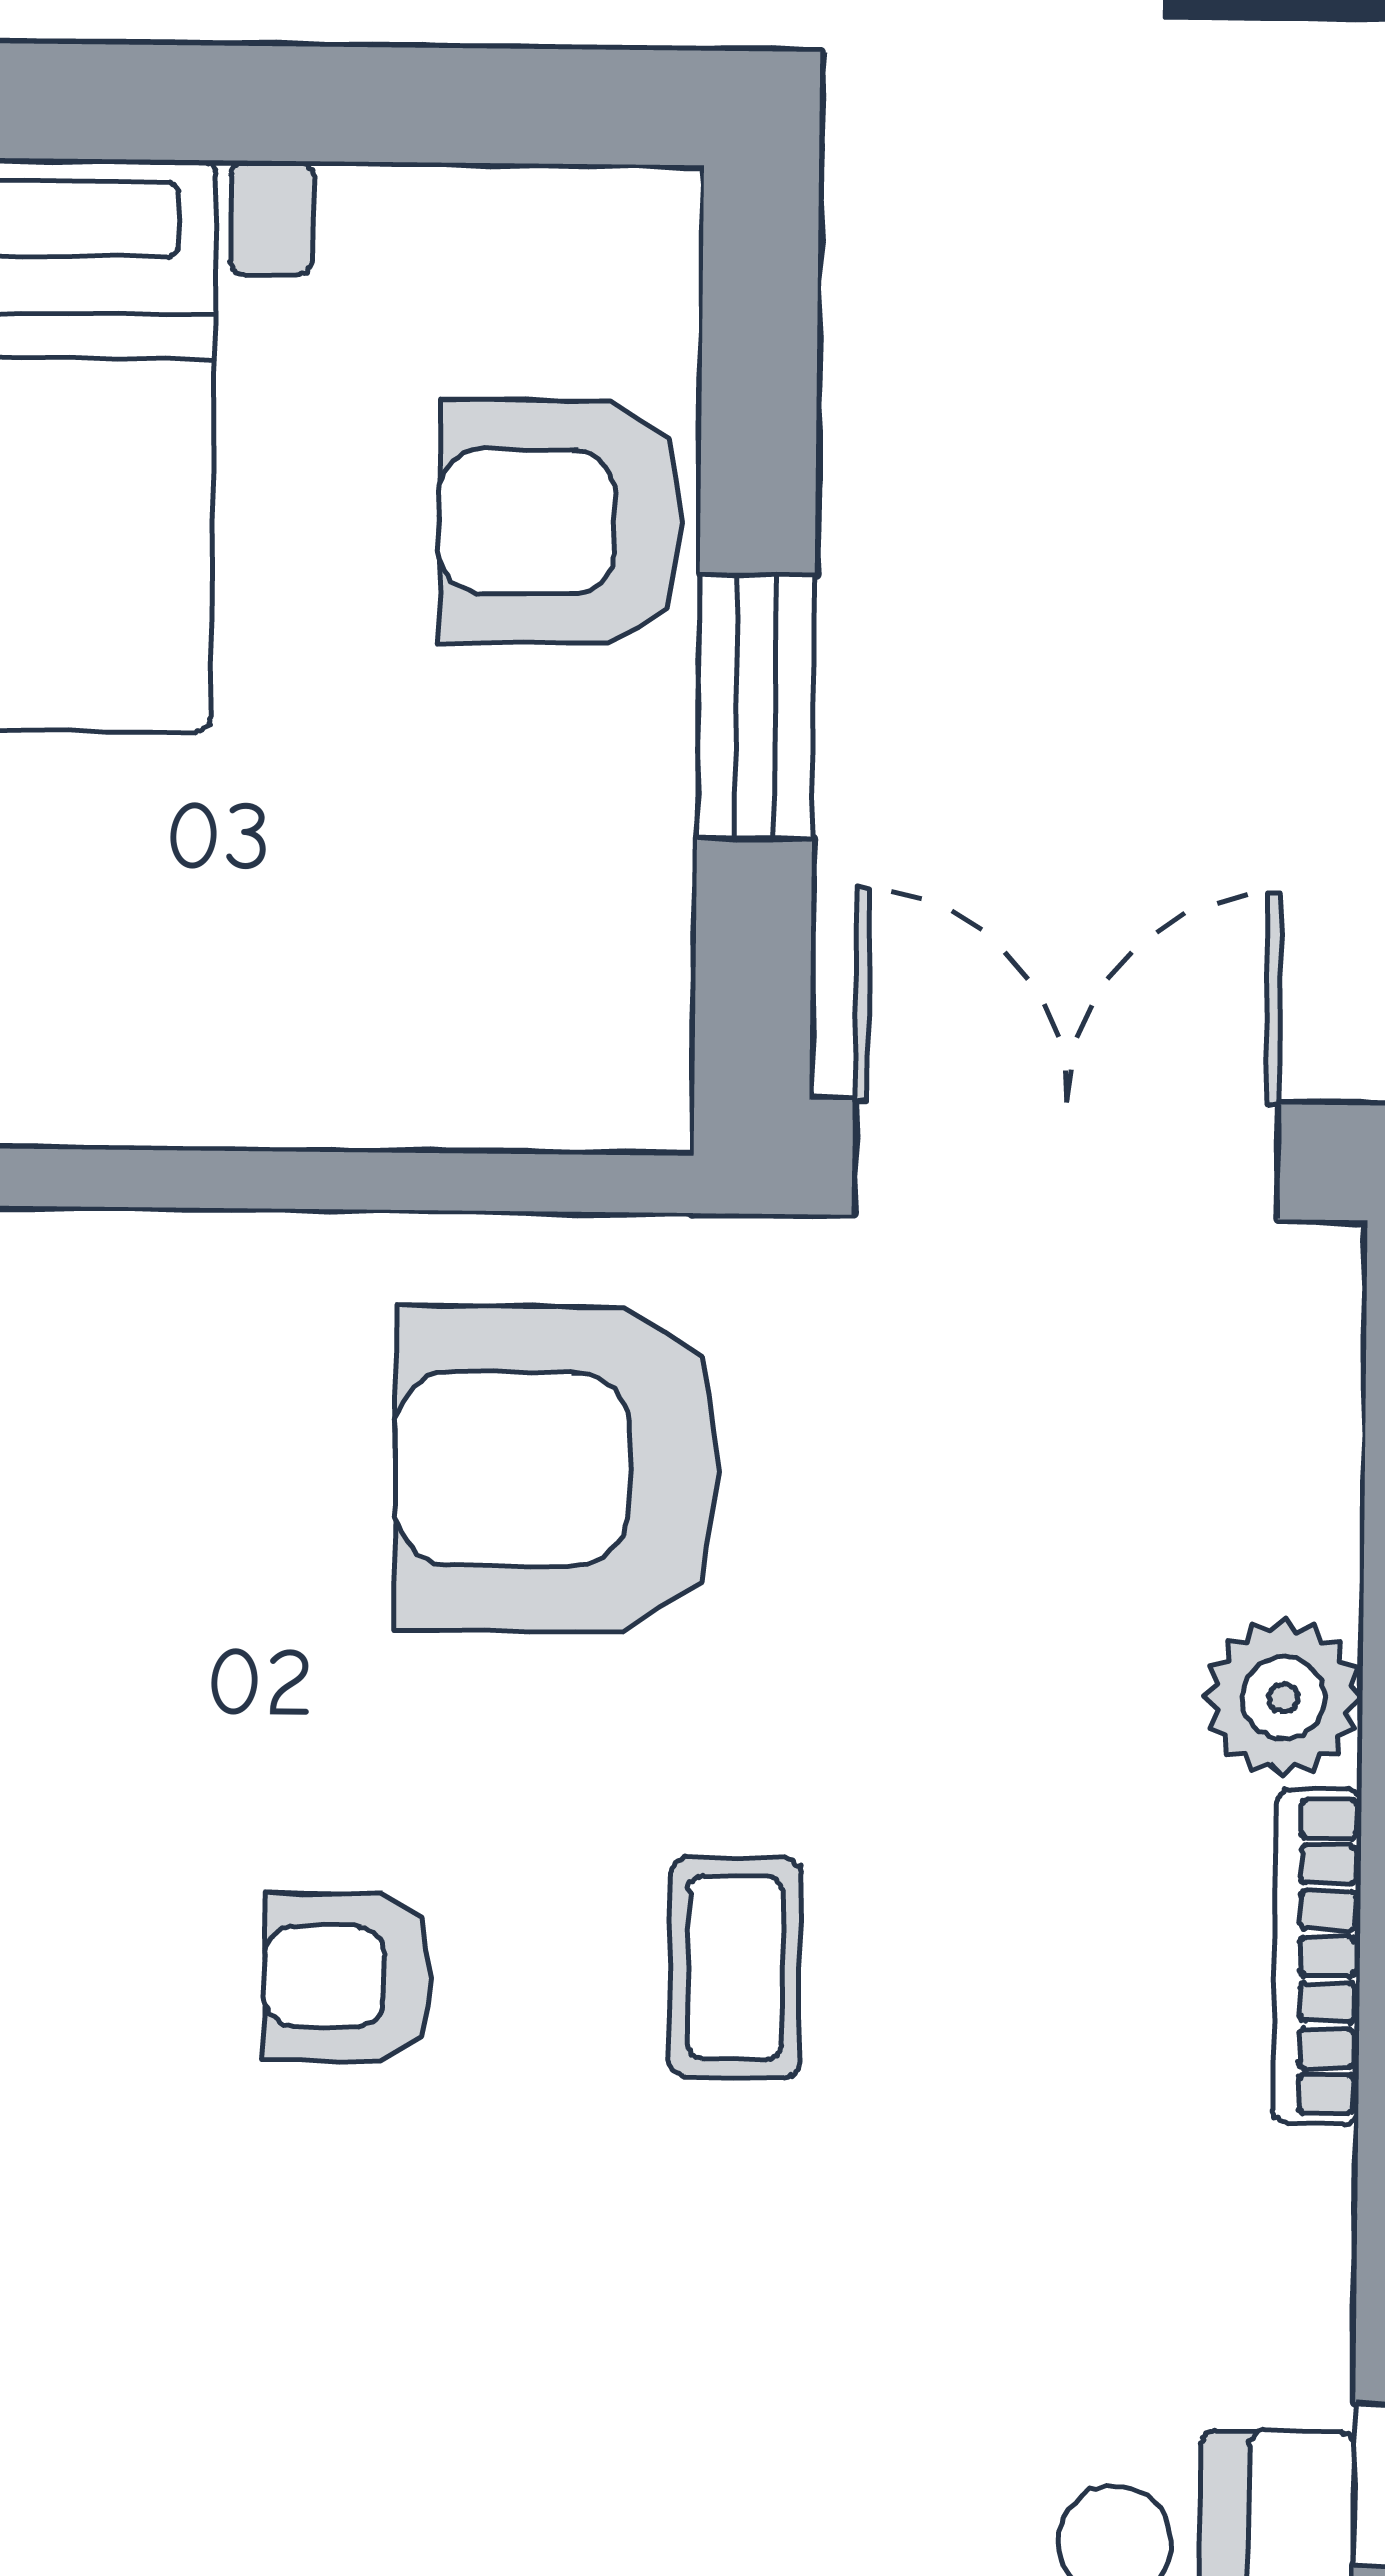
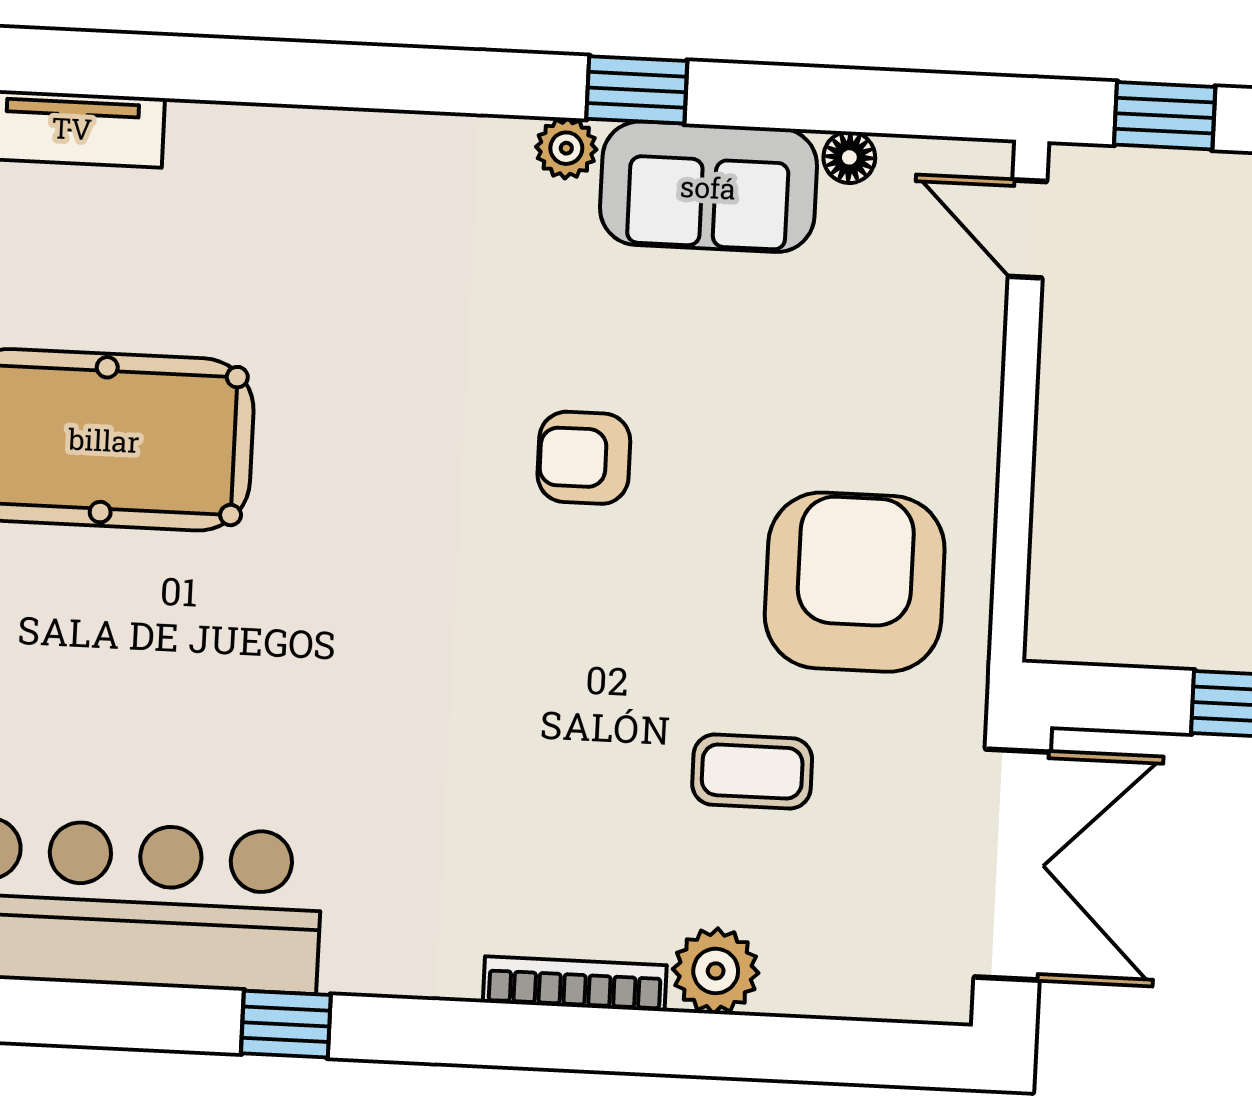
coffee table: (735, 1968) -> (752, 772), moved
armchair: (348, 1977) -> (584, 458), turned -90

